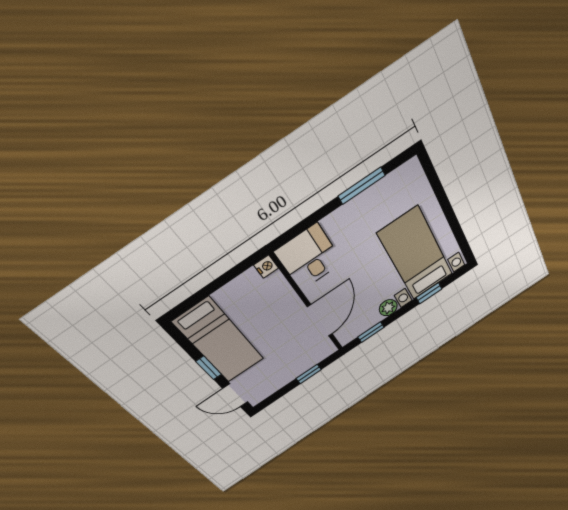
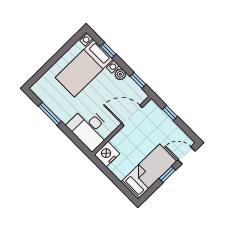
desk: (309, 257) -> (89, 128), width x1.37
nightstand: (266, 267) -> (107, 154), width x1.89, depth x1.79
door: (235, 395) -> (187, 155), swing flipped

